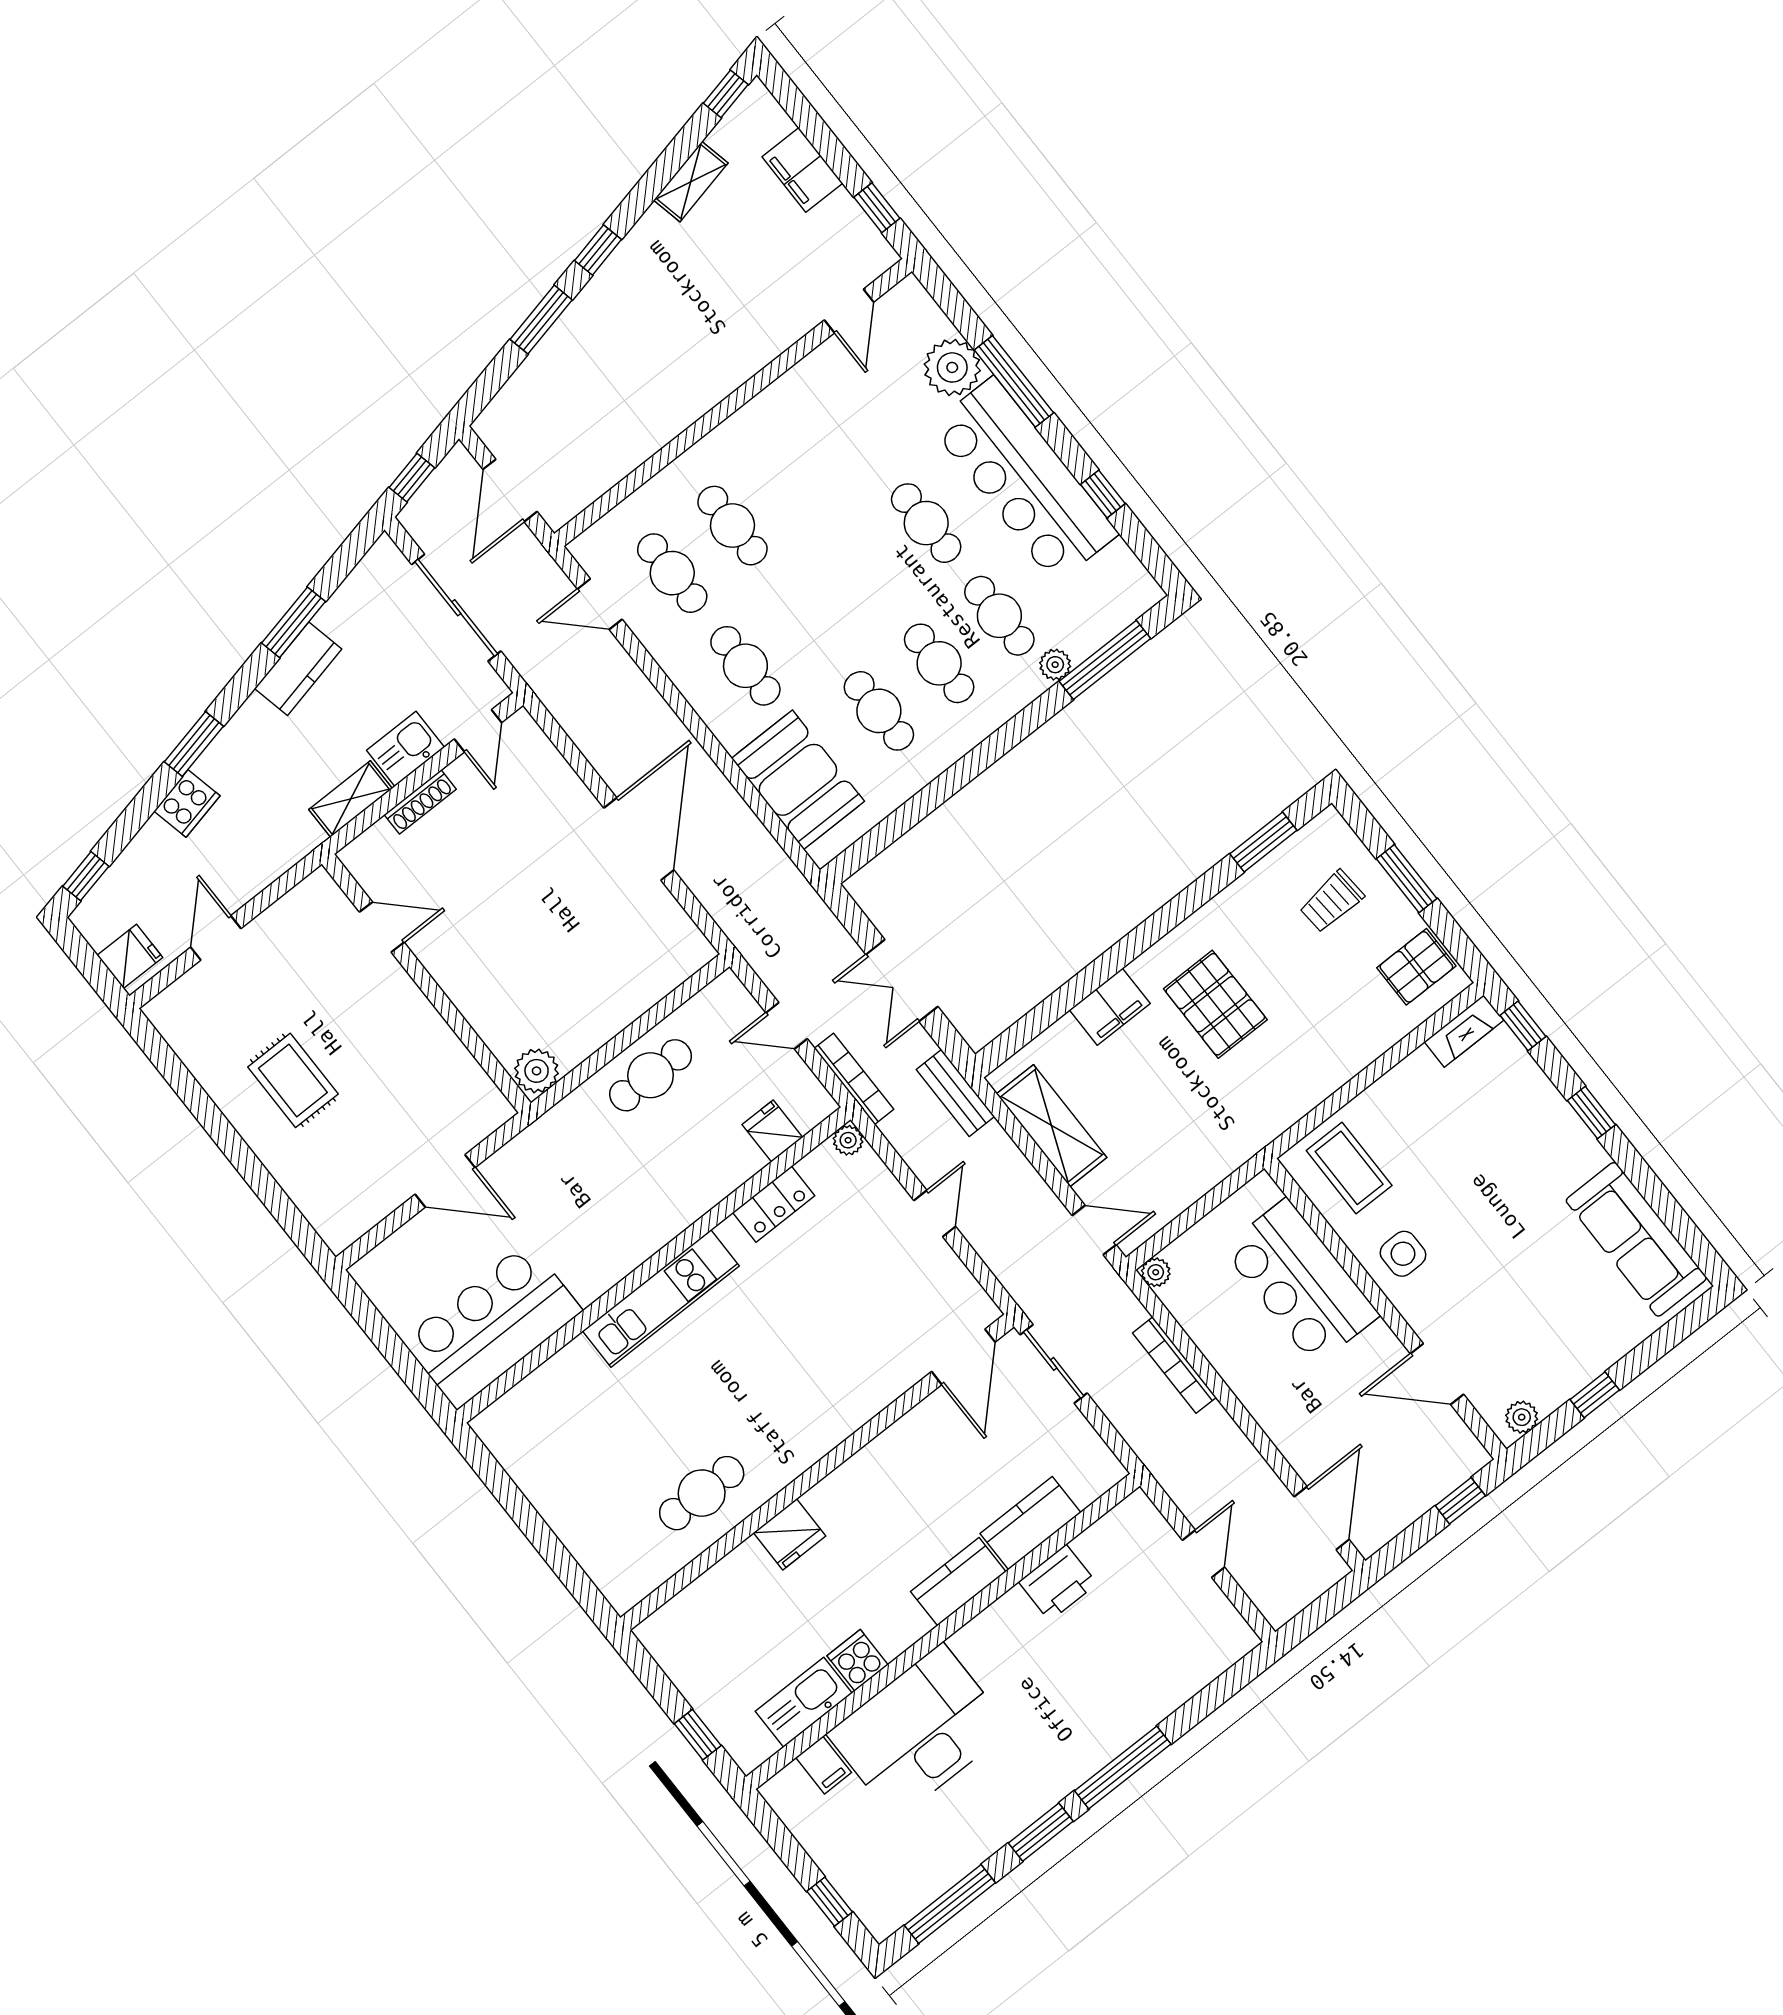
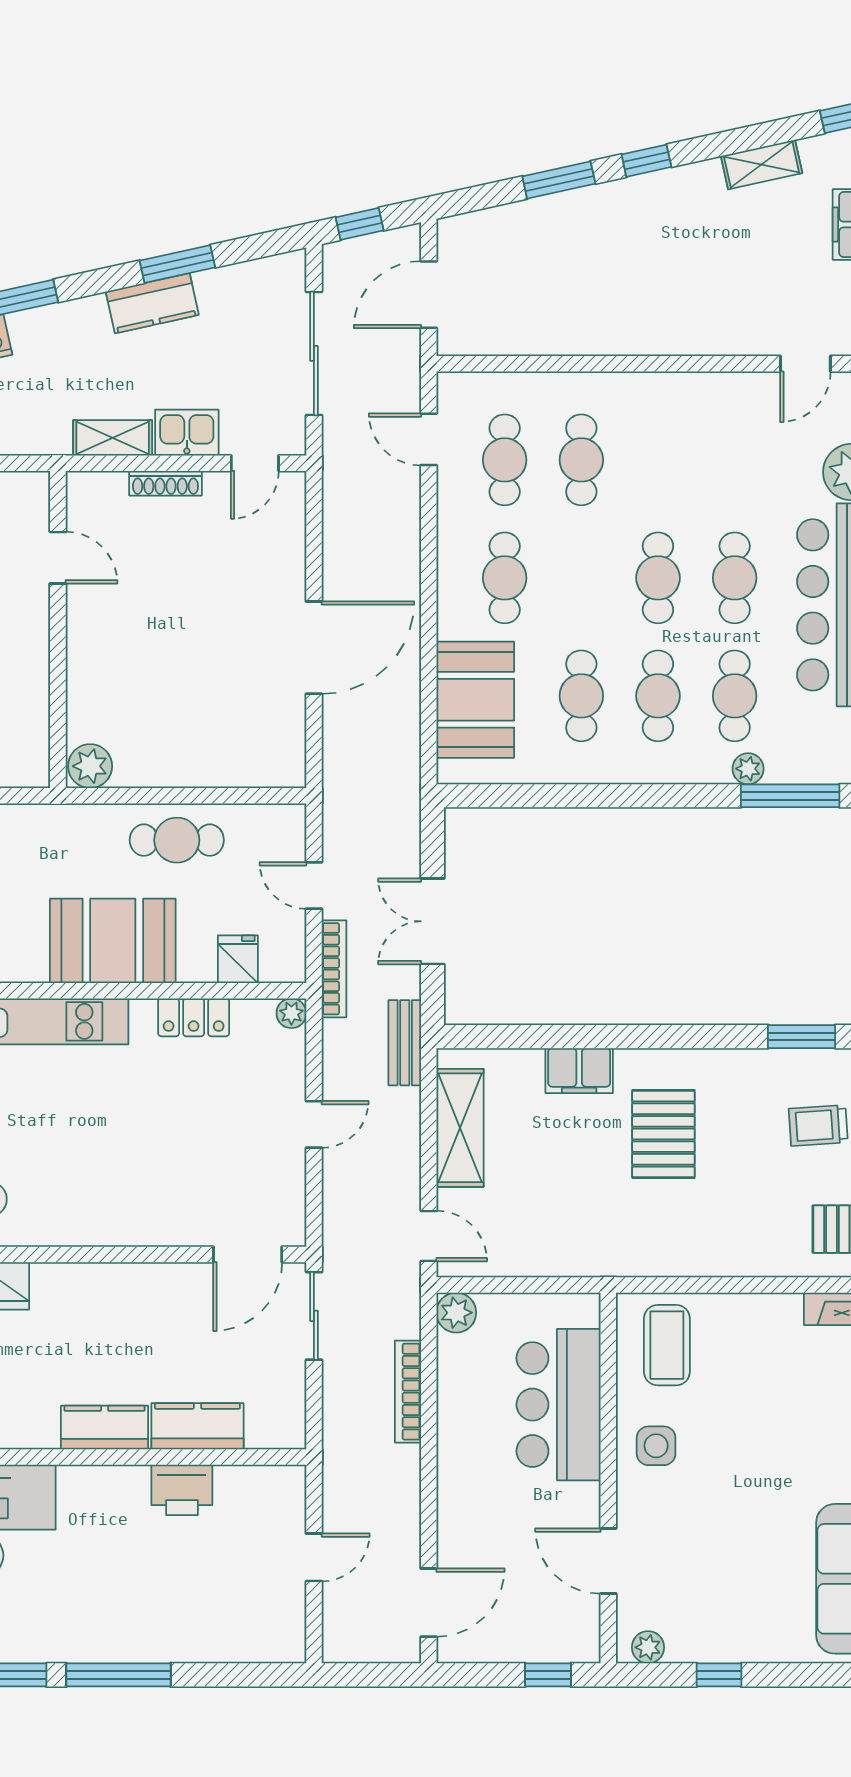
cafe table: (866, 571) -> (658, 578), added
booth: (663, 1194) -> (113, 941), added
plant: (1156, 1272) -> (456, 1313), width x1.38, depth x1.38

